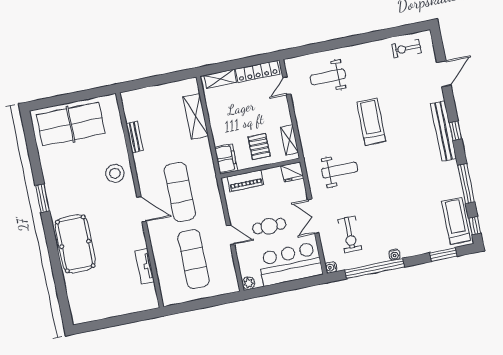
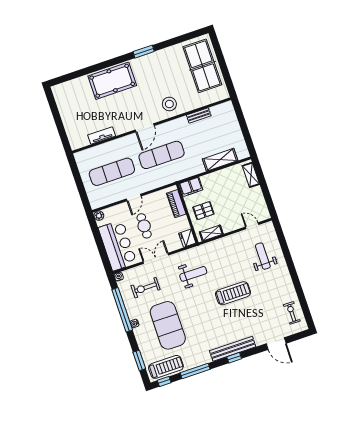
locker: (257, 72) -> (260, 202), removed
weight bench: (340, 170) -> (193, 274), turned -90
exercise mat: (402, 212) -> (168, 325), added

